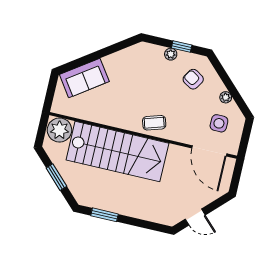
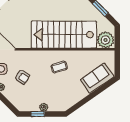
armchair: (193, 79) -> (22, 77), moved
coffee table: (154, 123) -> (59, 67), moved

